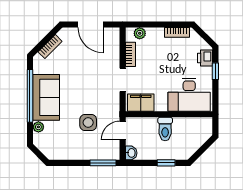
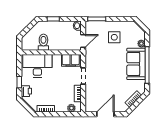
door: (91, 24) -> (105, 114), hinge flipped
side table: (88, 123) -> (114, 37), moved
toilet: (165, 129) -> (43, 42), moved

